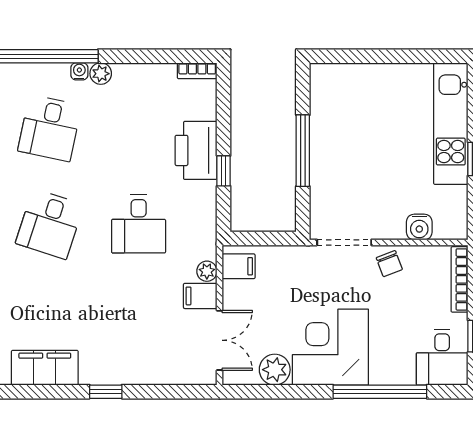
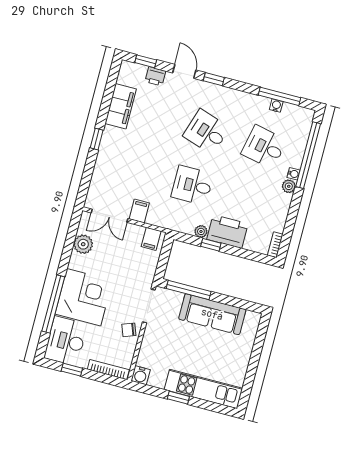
sofa: (331, 140) -> (212, 314), added
window: (303, 151) -> (189, 290), moved
water cooler: (419, 227) -> (141, 375), moved, turned -90
plant: (207, 271) -> (201, 231), moved
corner desk: (330, 347) -> (84, 297), moved
desk: (442, 357) -> (66, 341), width x1.37

